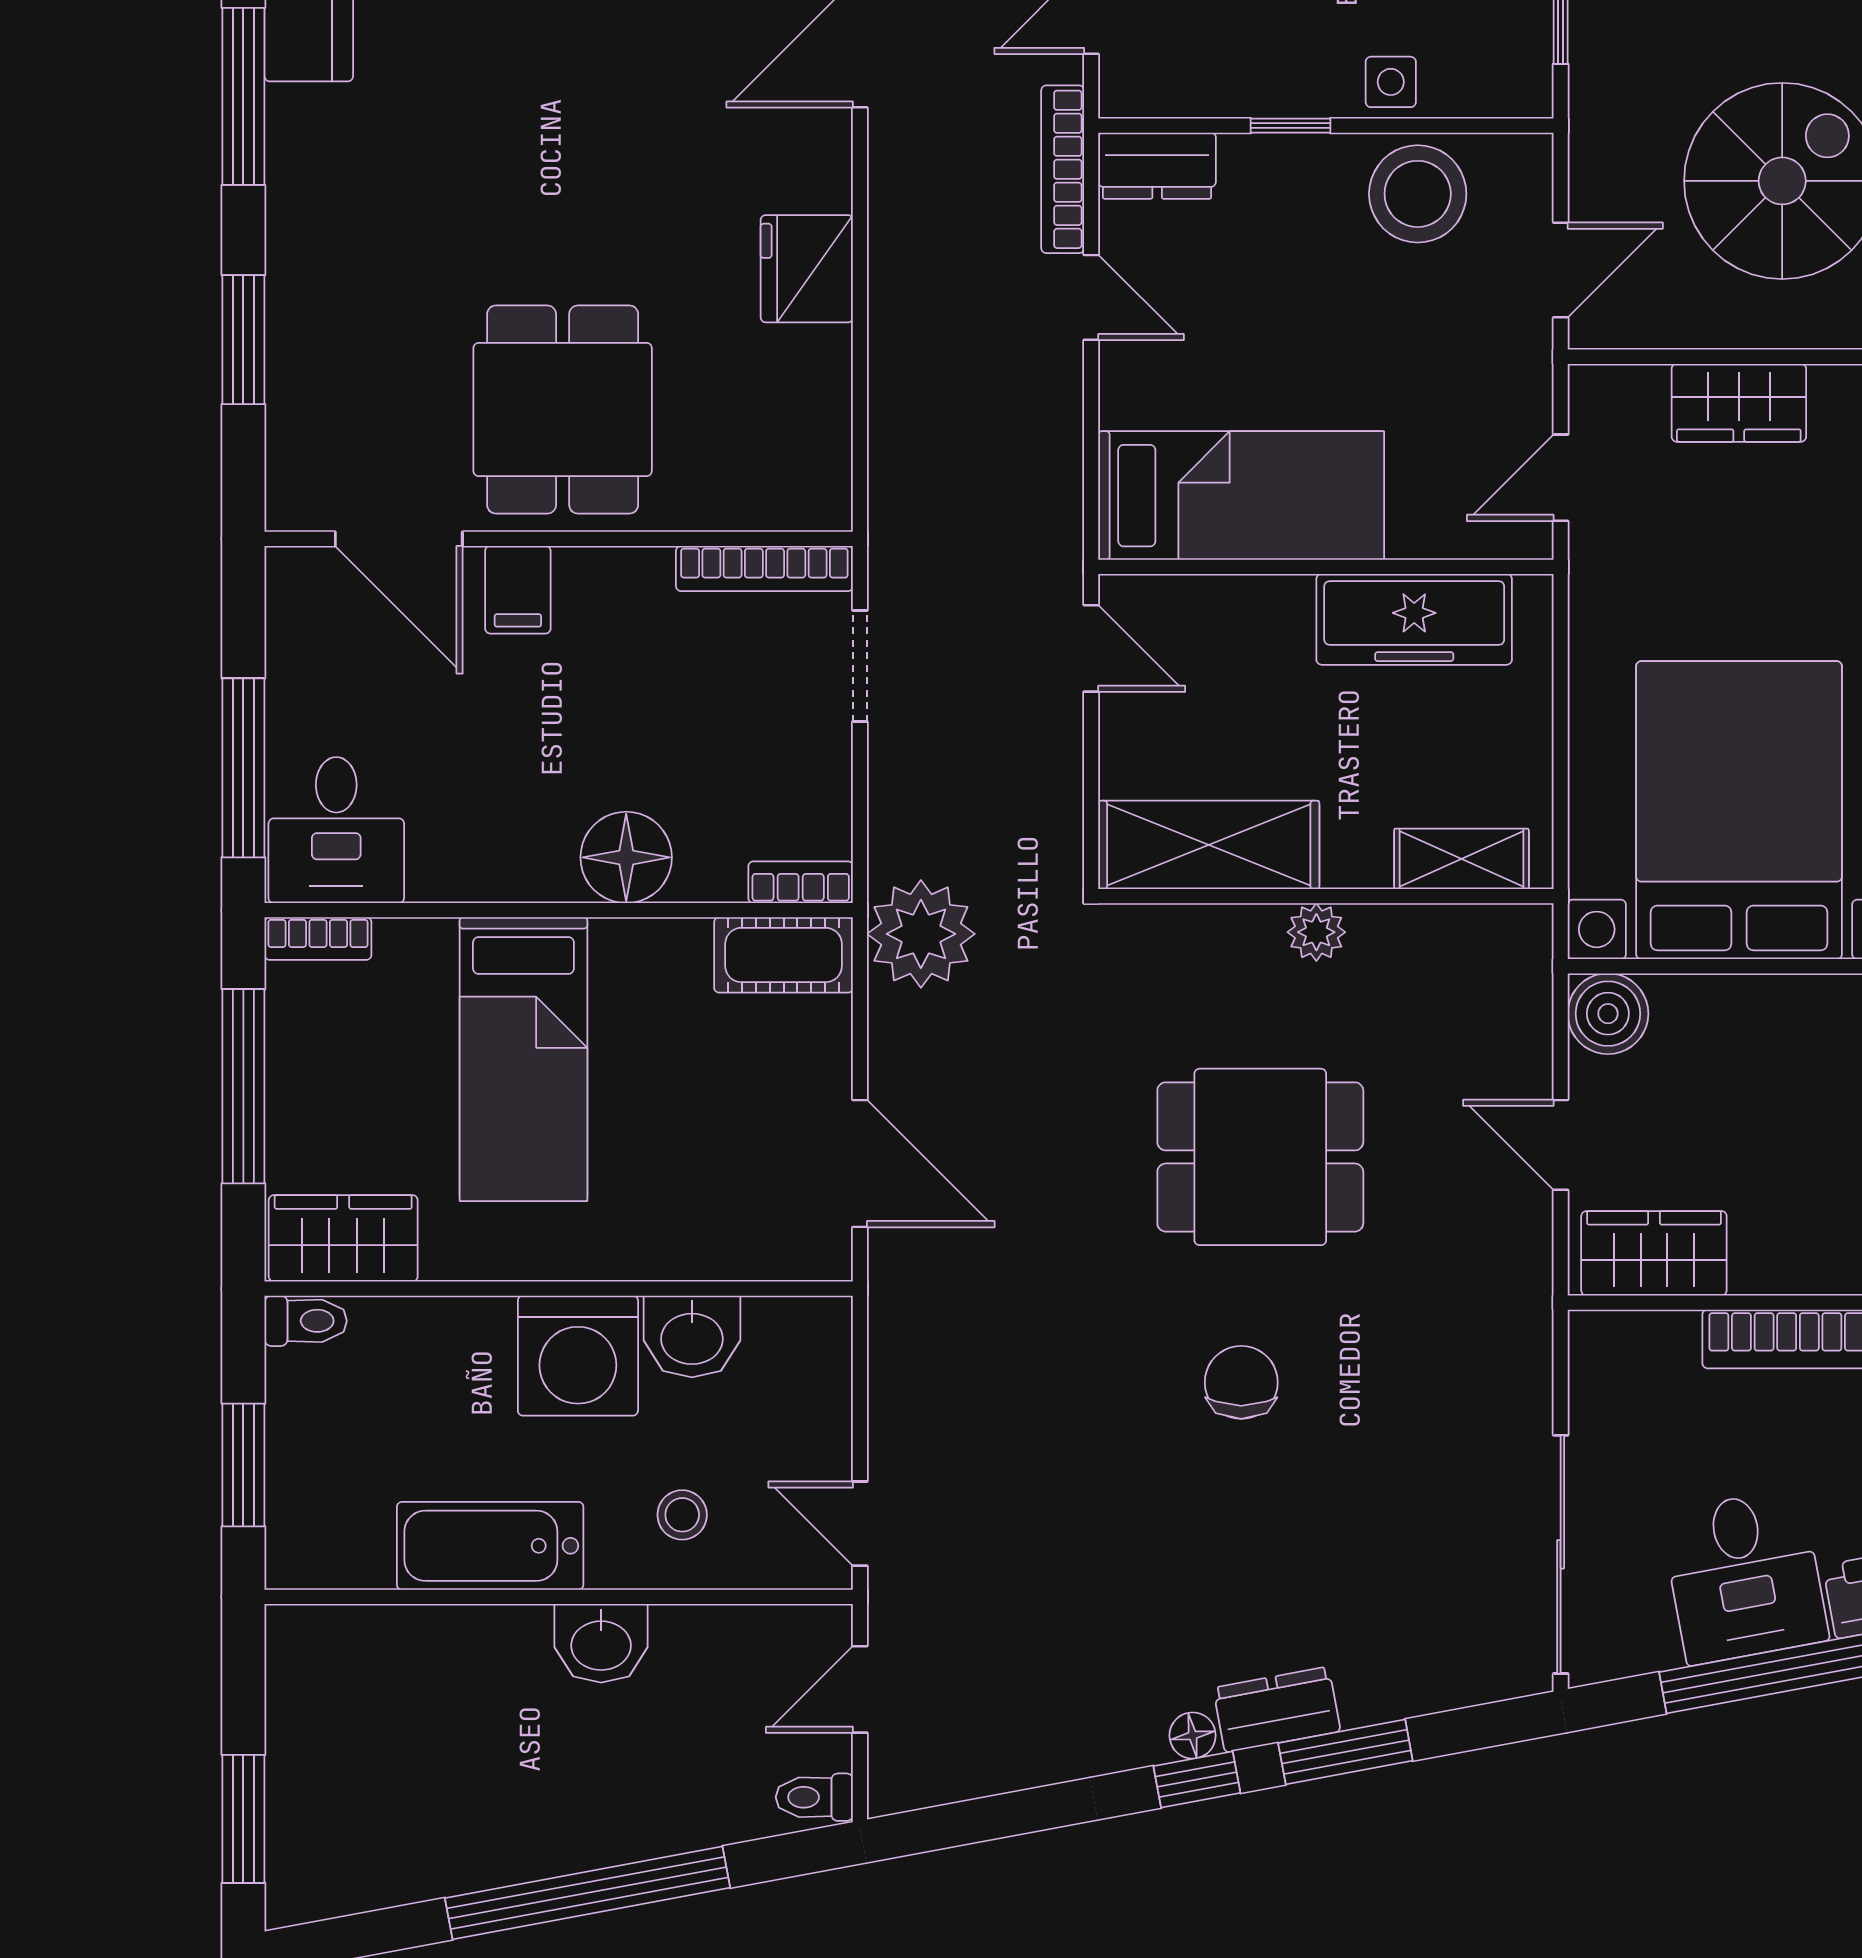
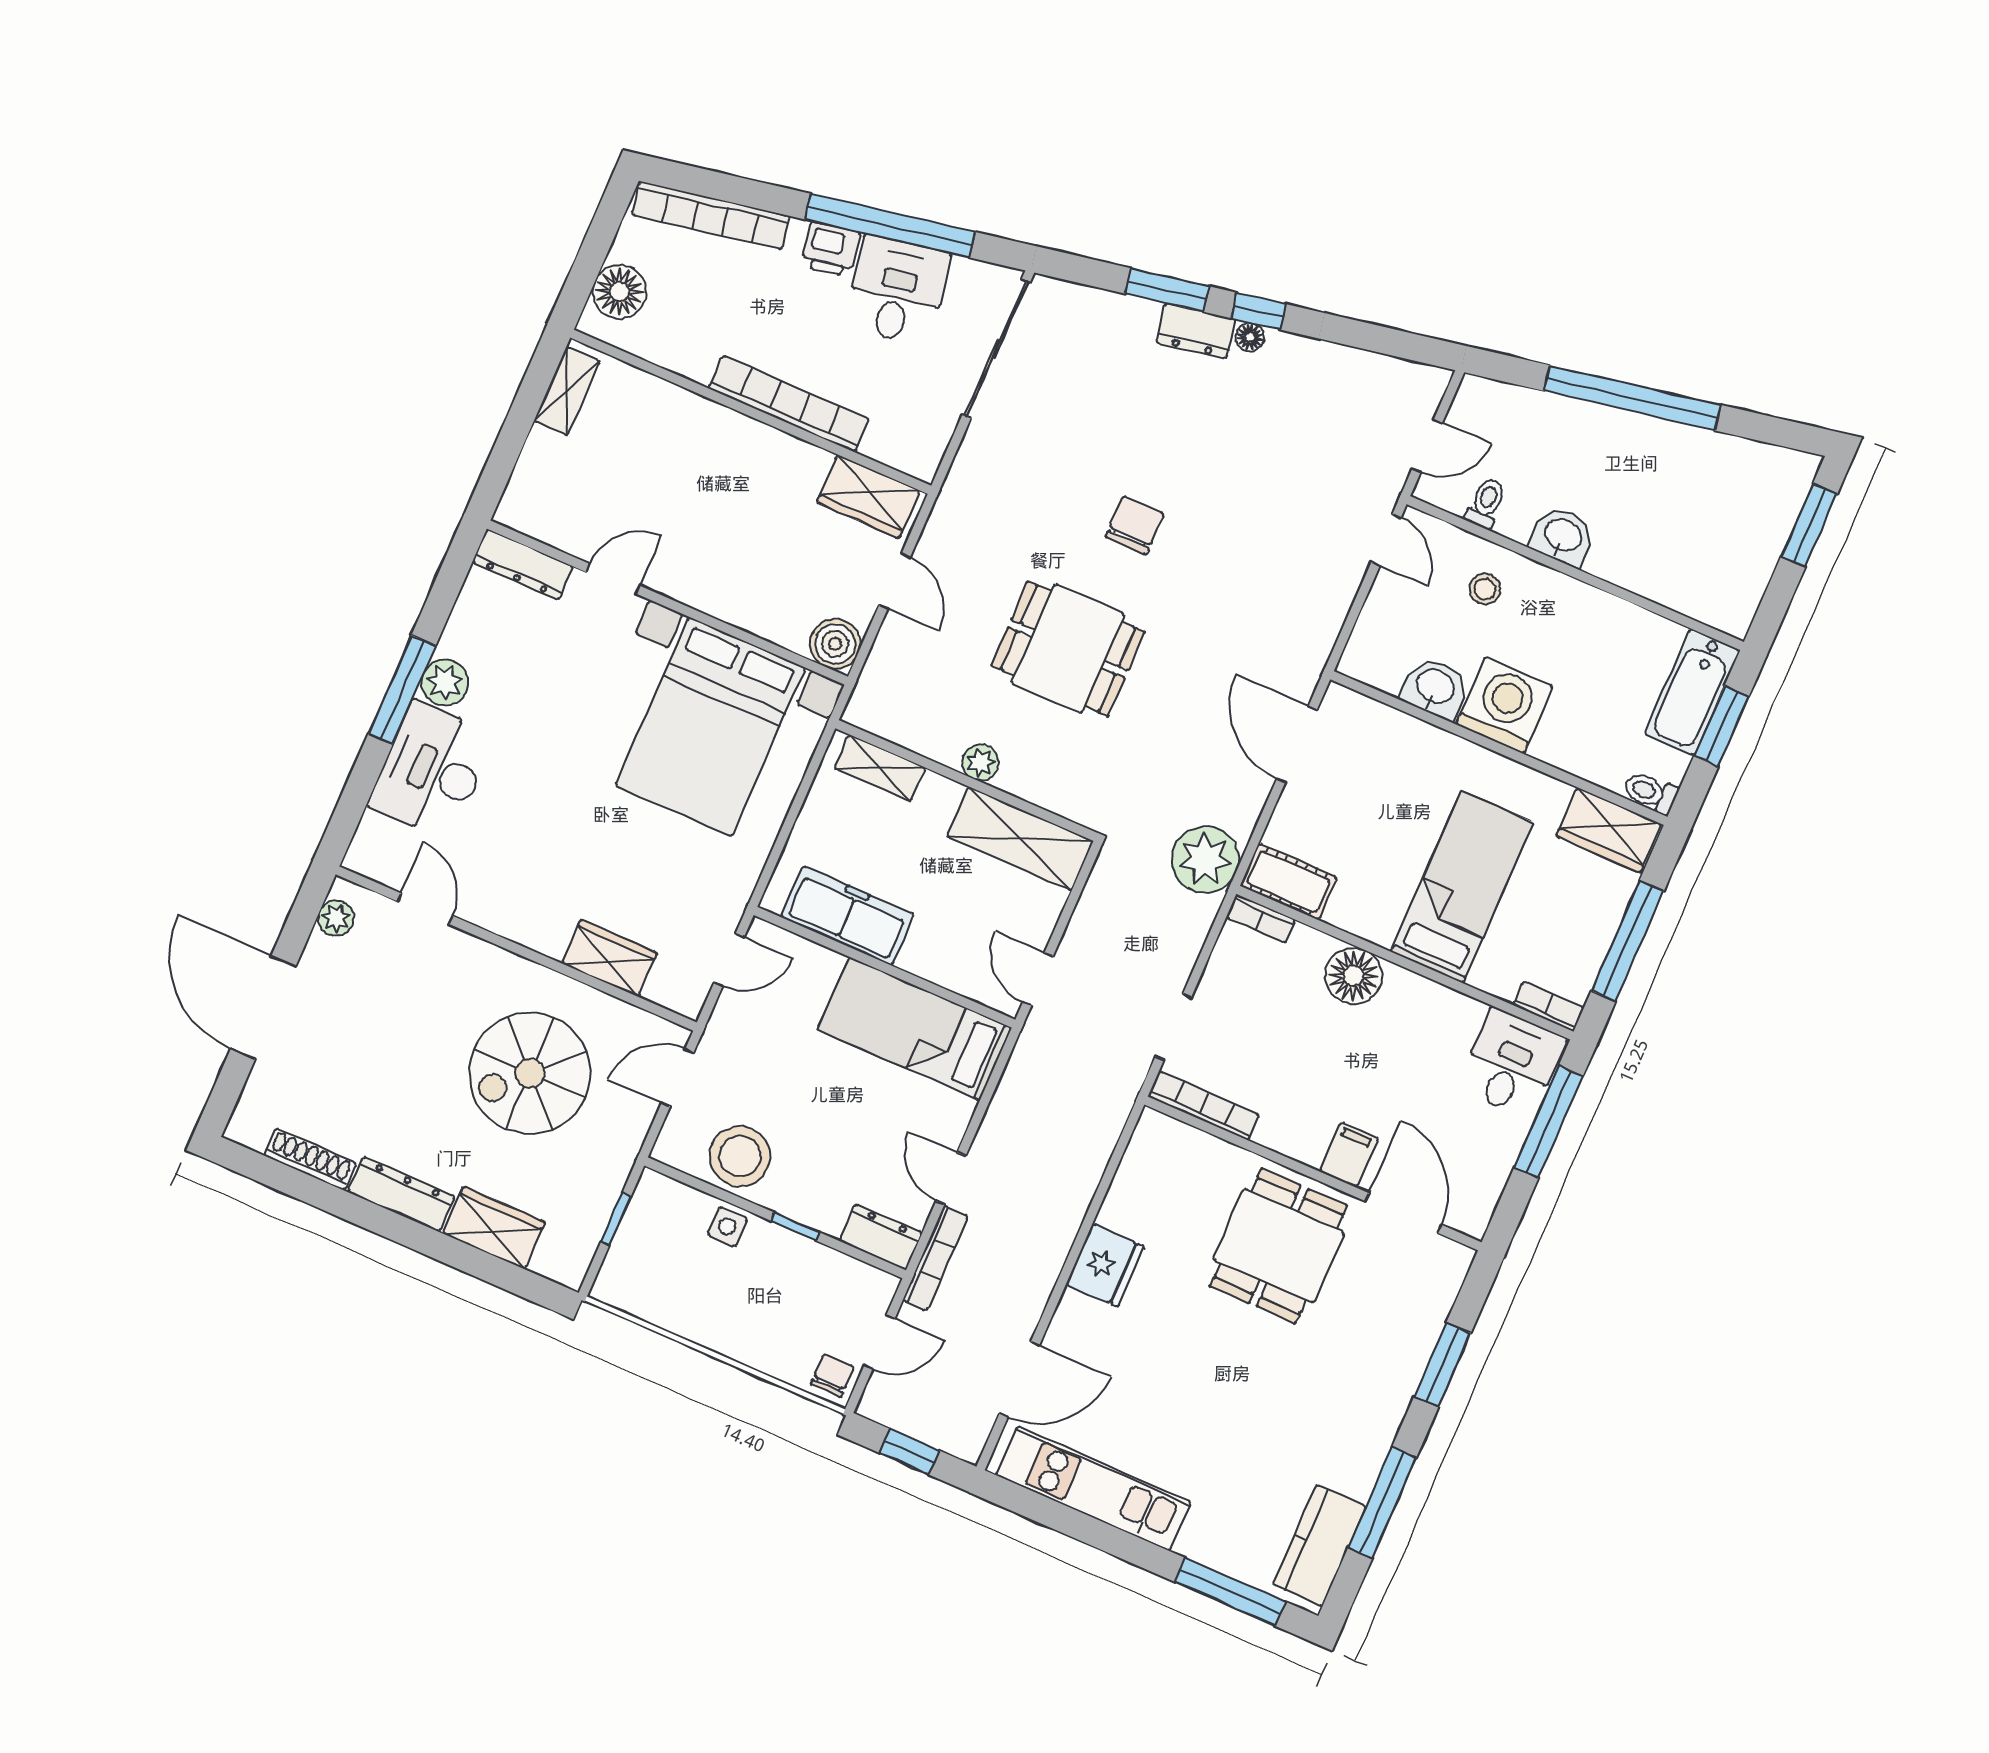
chair: (1241, 1382) -> (1135, 525), turned 180
bathtub: (490, 1546) -> (1692, 692), moved, turned 90
toilet: (814, 1797) -> (1486, 503), moved, turned -90

